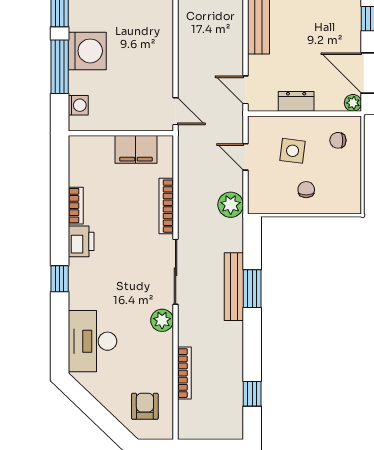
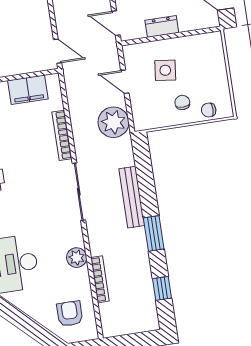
plant: (353, 103) -> (212, 20), removed
chair: (338, 140) -> (209, 110), moved
plant: (231, 205) -> (113, 122), width x1.36, depth x1.36
window: (252, 289) -> (154, 233), moved
plant: (162, 320) -> (77, 258), moved

